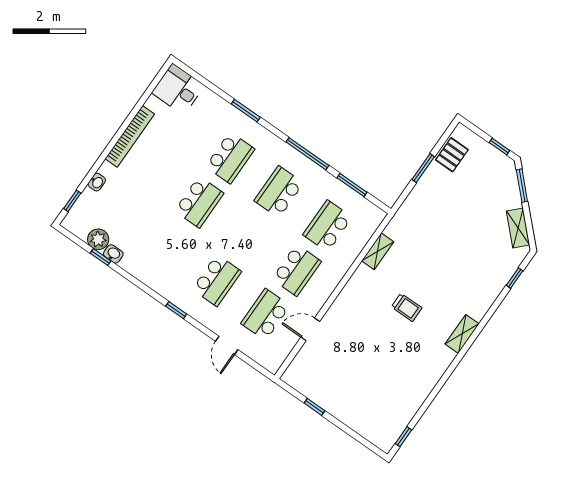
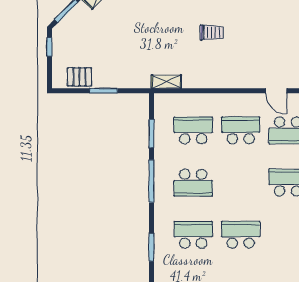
school desk: (328, 226) -> (193, 130), turned 180
shelving: (378, 251) -> (166, 82), moved
trolley: (407, 307) -> (212, 33), turned 90

